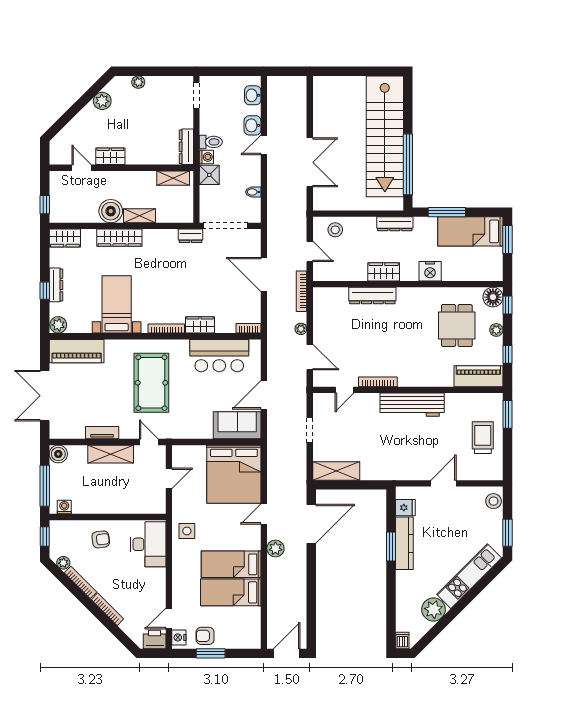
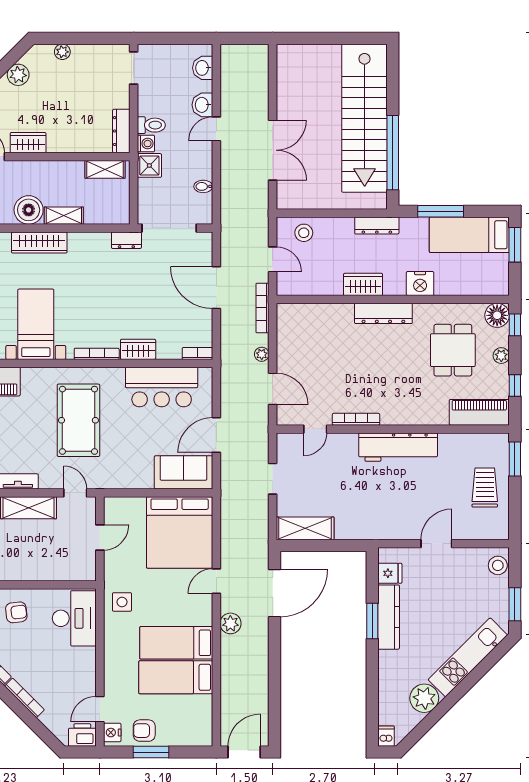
dresser: (372, 296) -> (383, 313), moved

